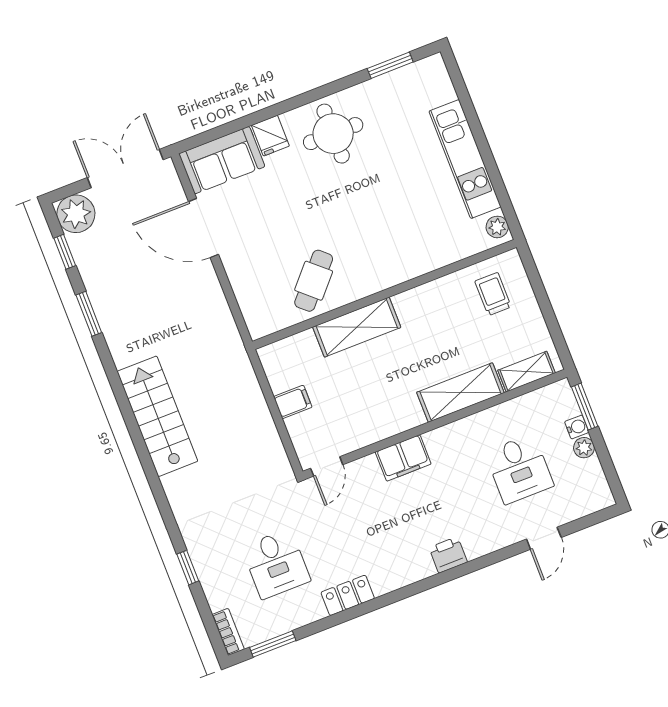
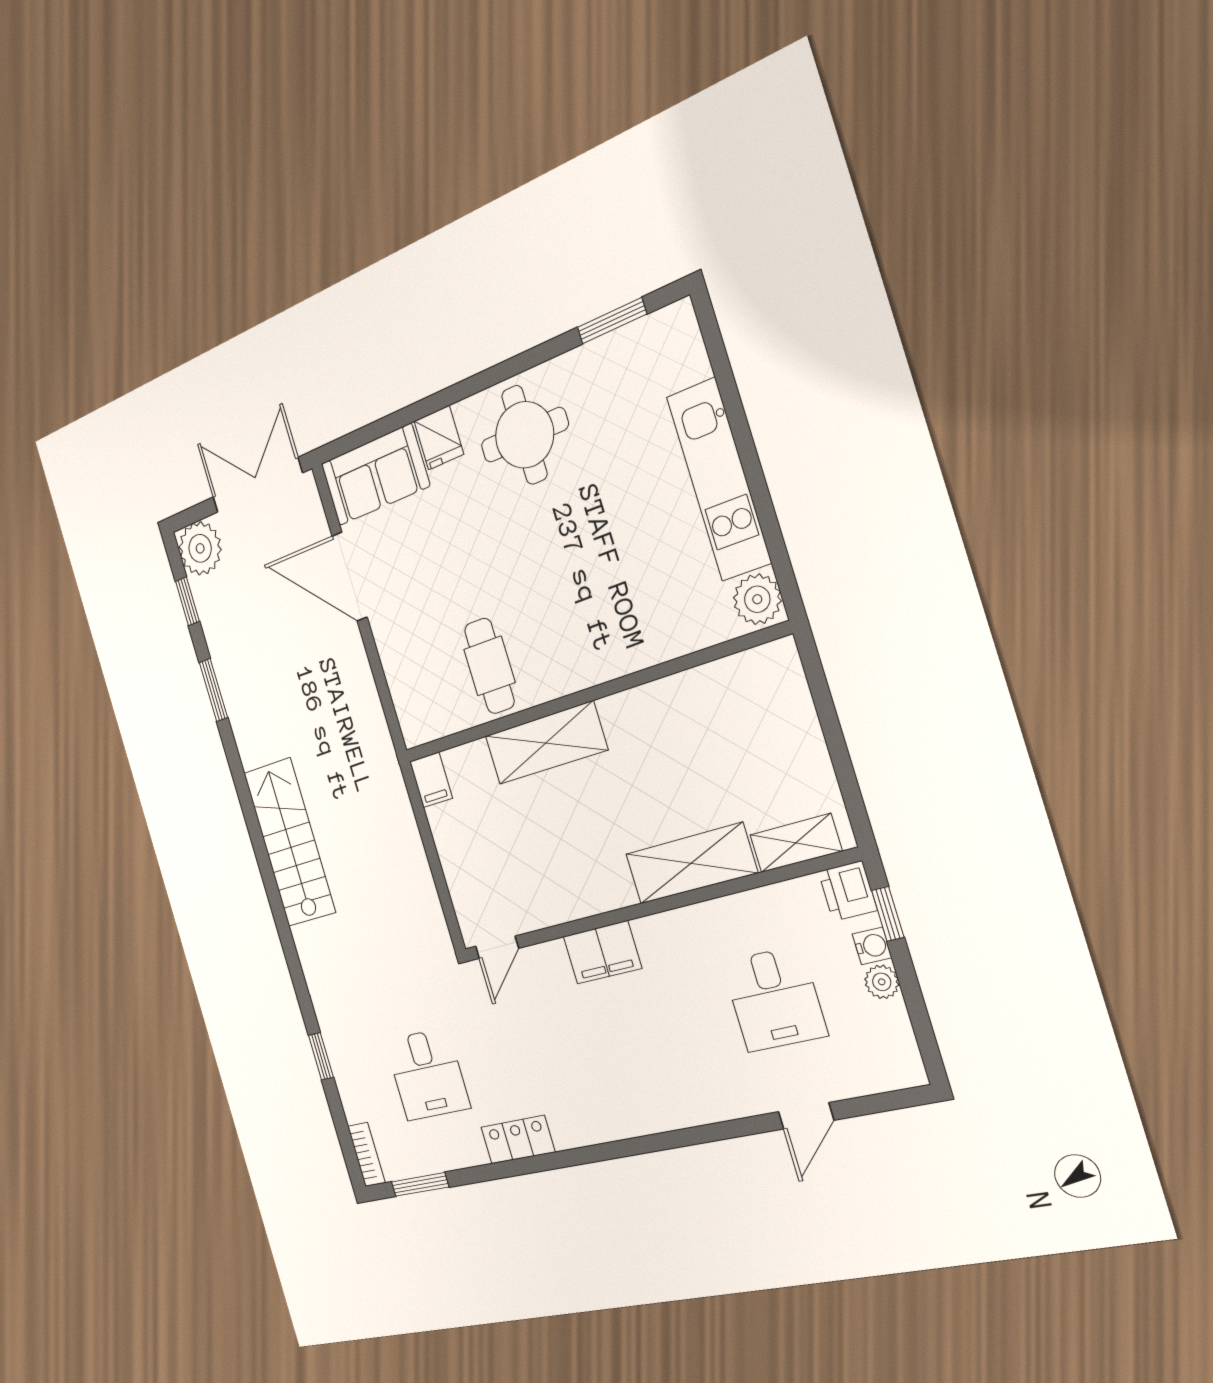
plant: (497, 227) -> (757, 599), width x1.38, depth x1.38
cafe table: (314, 281) -> (489, 666), turned -42
trolley: (493, 294) -> (750, 709), removed
filing cabinet: (293, 402) -> (431, 780), moved, turned 90
window: (585, 407) -> (888, 914), width x0.67
printer: (448, 555) -> (848, 891), moved, turned -90

